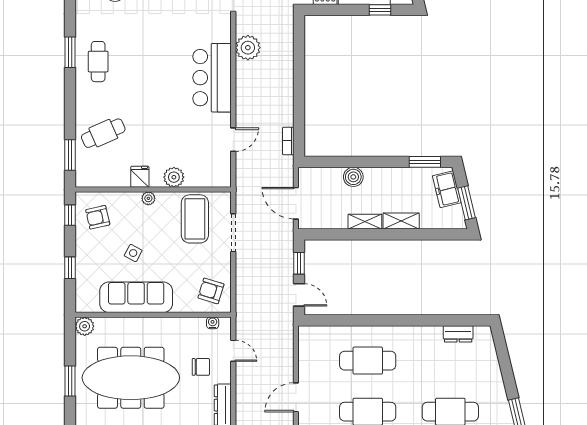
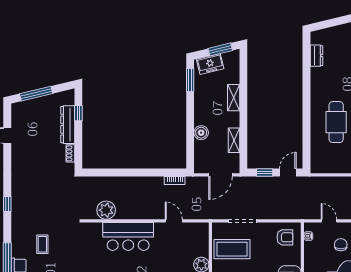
shelving: (365, 222) -> (234, 140), moved
armchair: (211, 291) -> (285, 237), turned -107
door: (233, 351) -> (329, 221), hinge flipped

